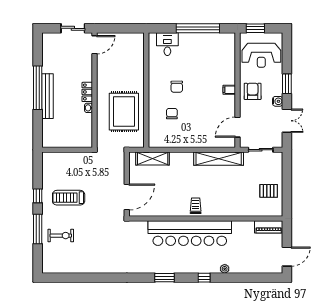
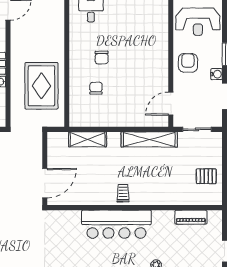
filing cabinet: (229, 90) -> (161, 61), removed
shelving: (153, 159) -> (88, 139), moved
piano: (269, 227) -> (191, 217), moved
bar counter: (190, 233) -> (116, 224), width x0.73

